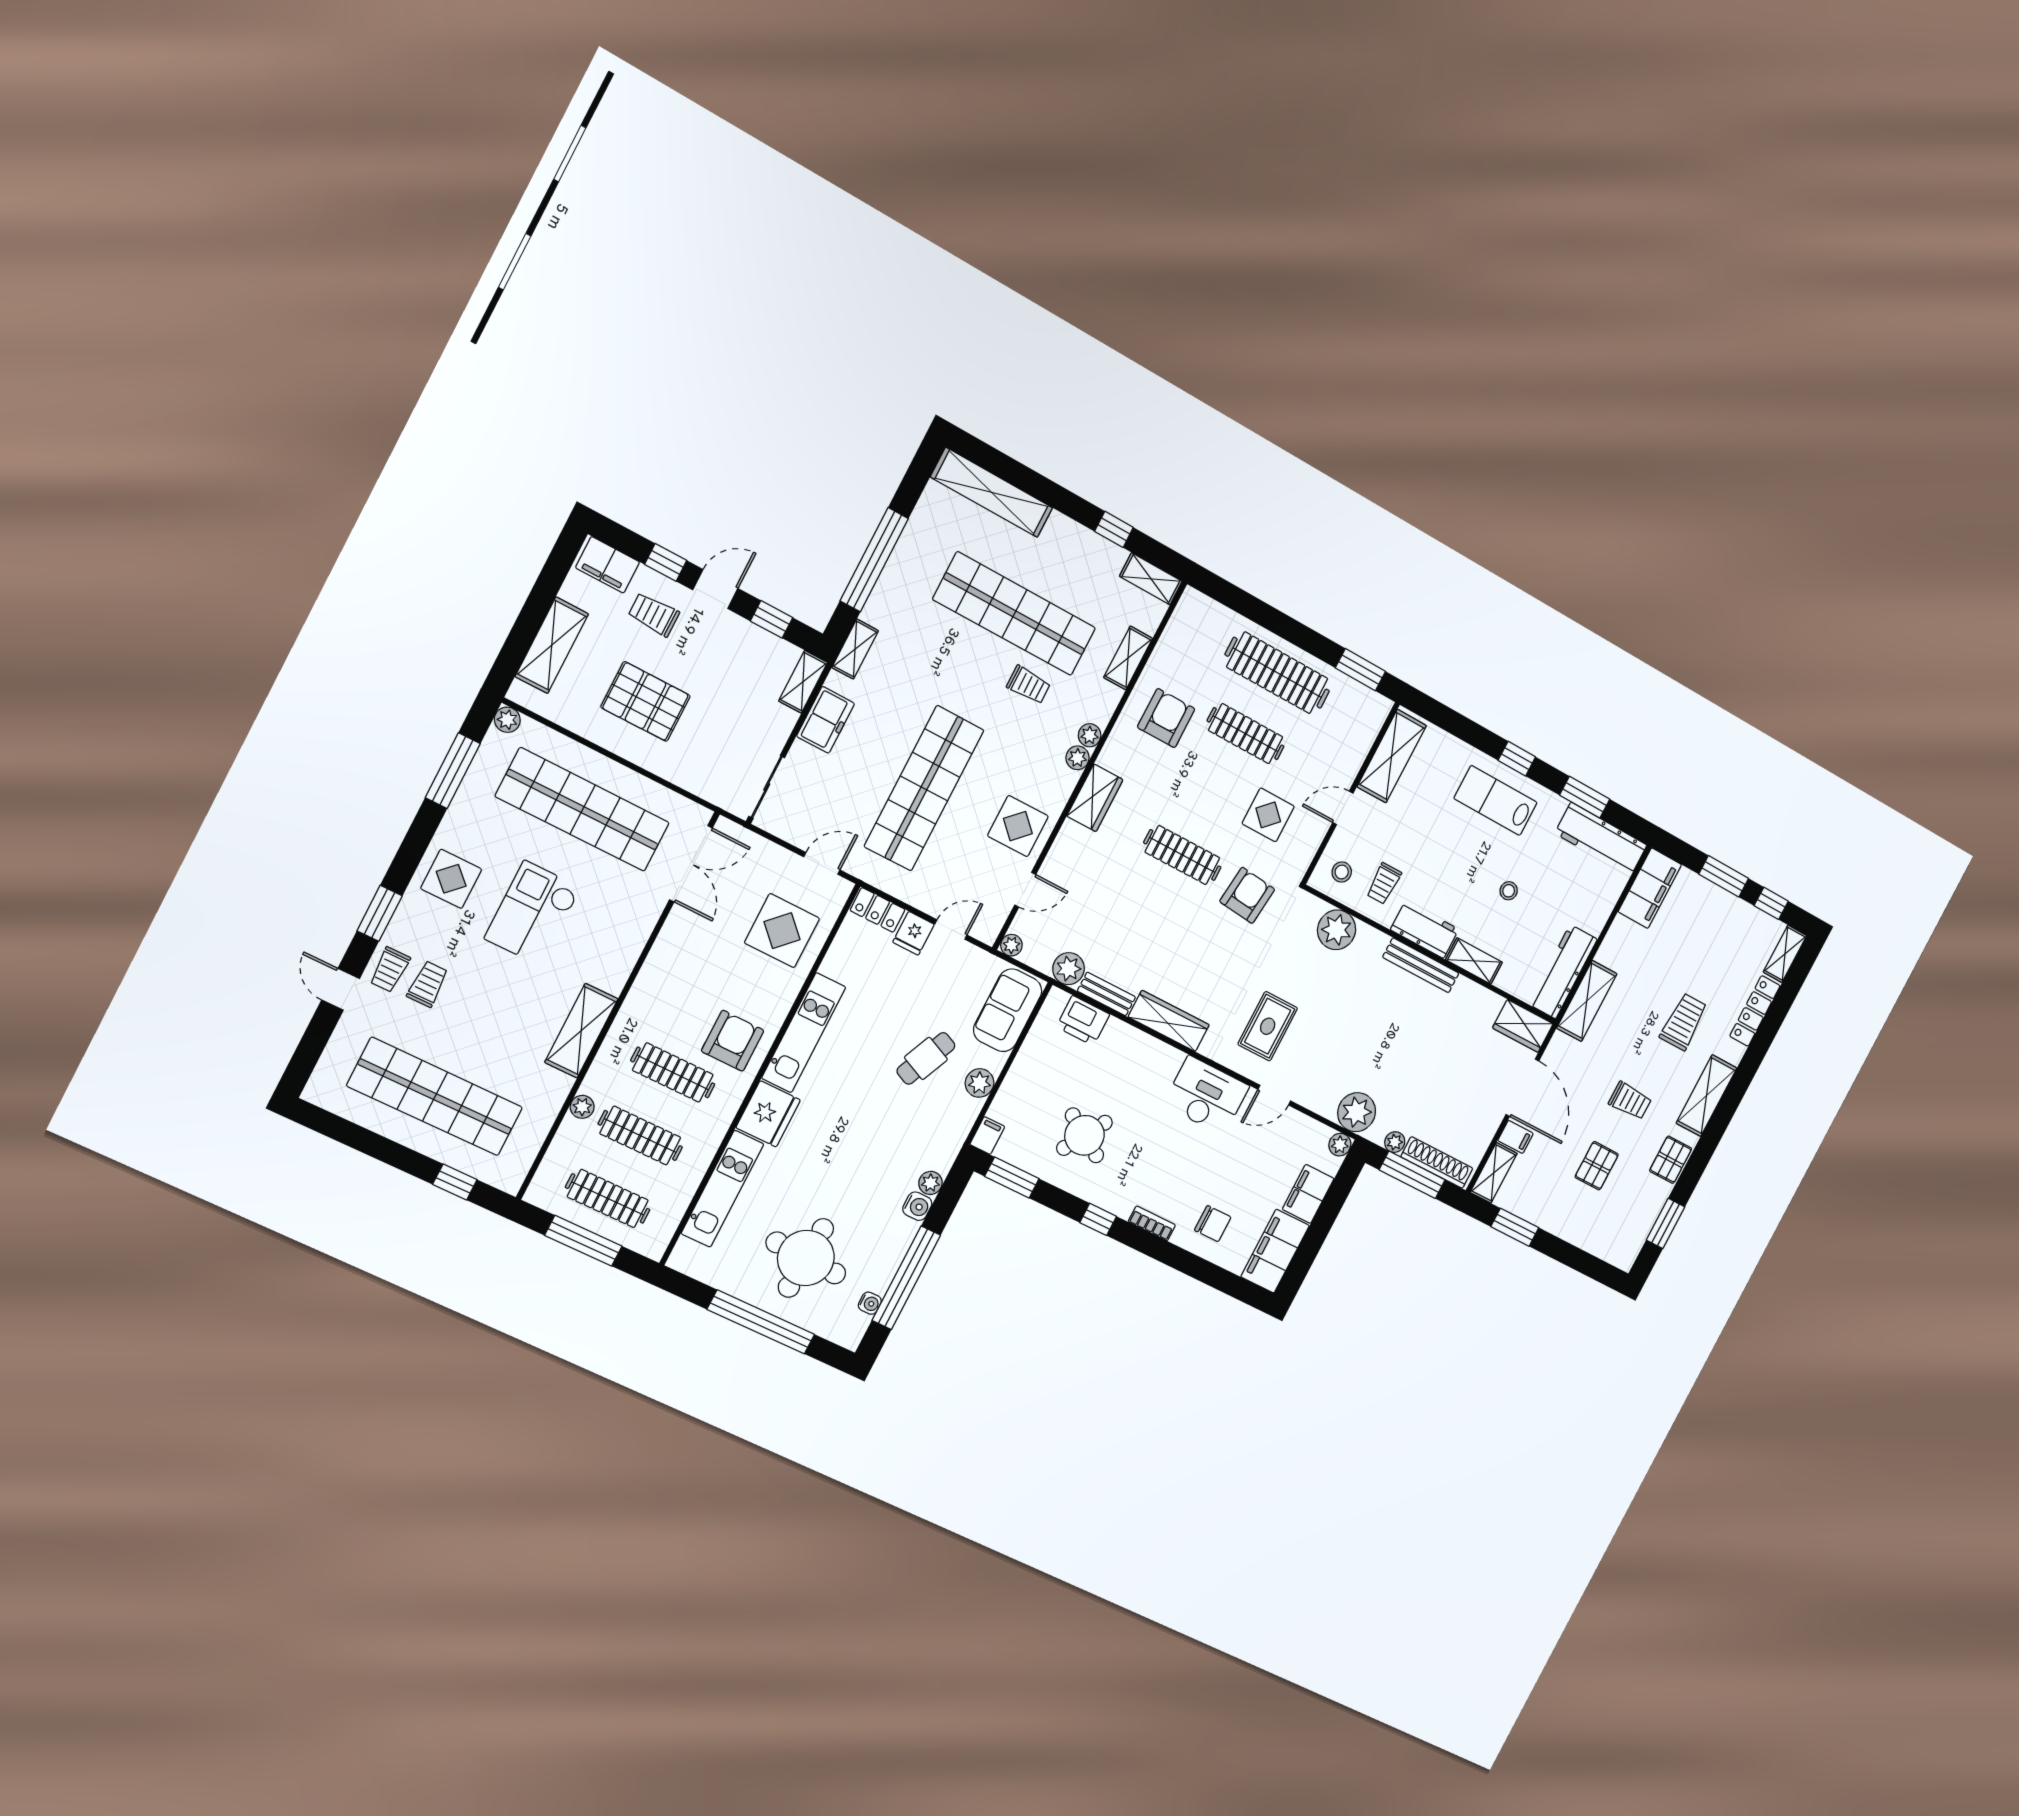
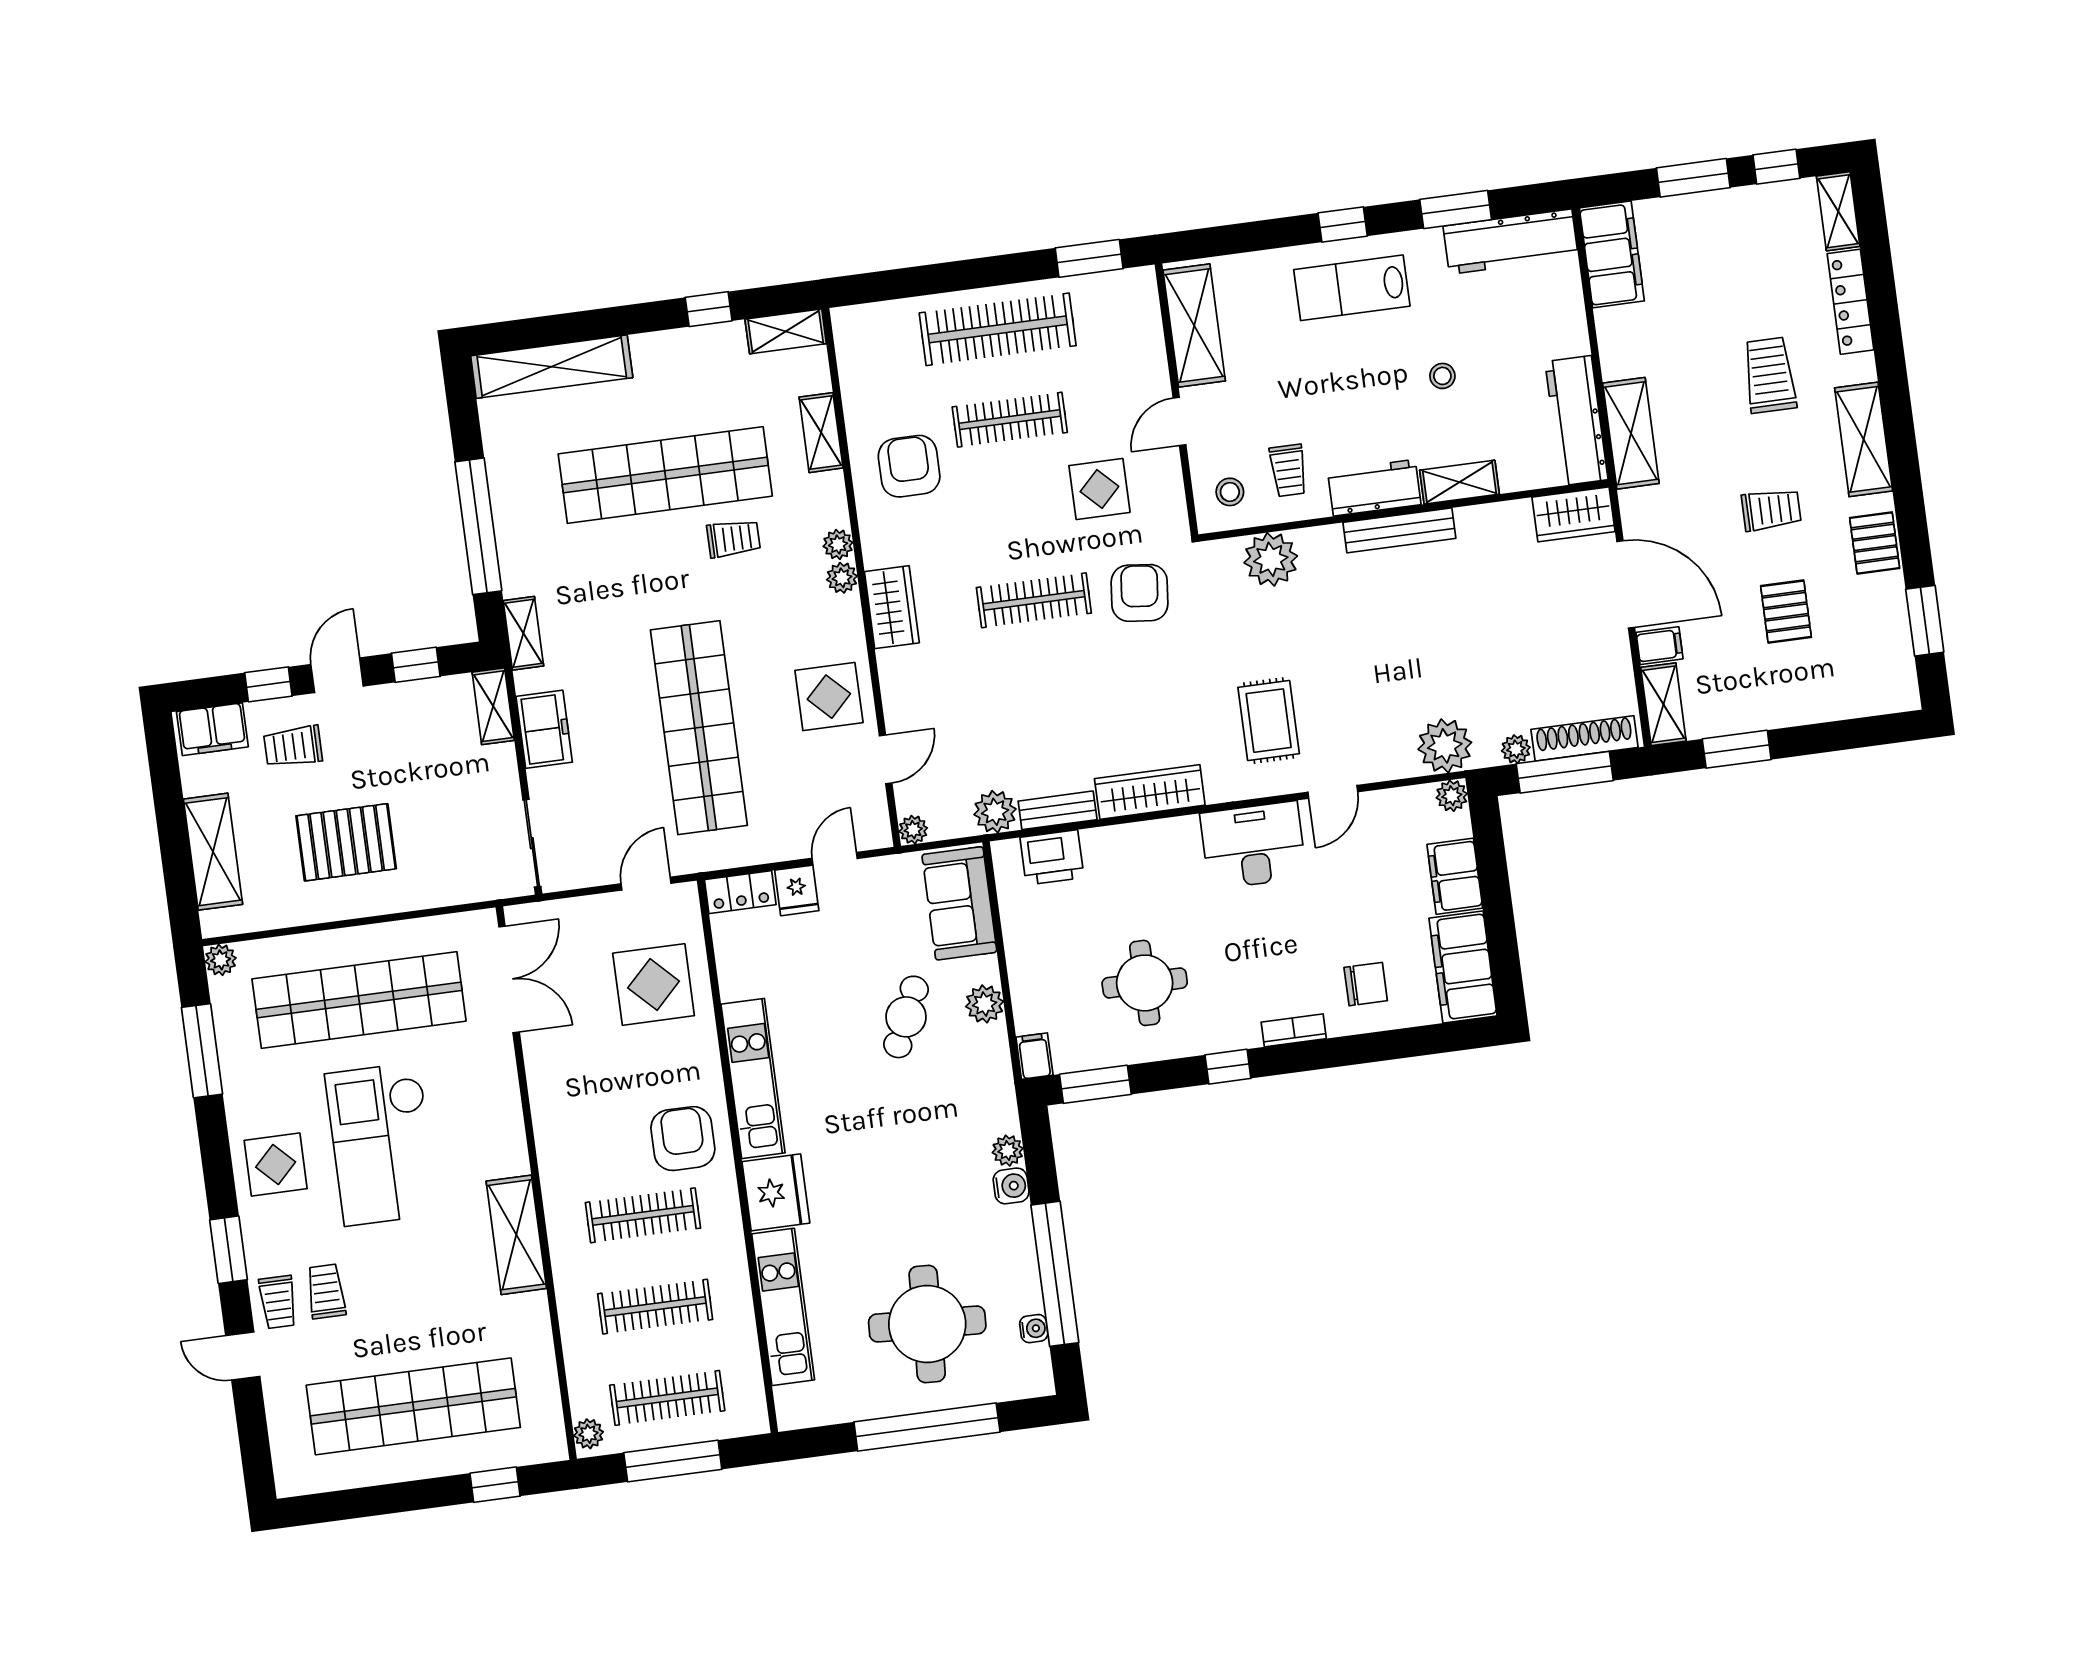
checkout: (533, 913) -> (382, 1144), width x1.36, depth x1.21
plant: (582, 1107) -> (588, 1434), moved
round table: (1084, 1135) -> (1145, 983), turned -32

